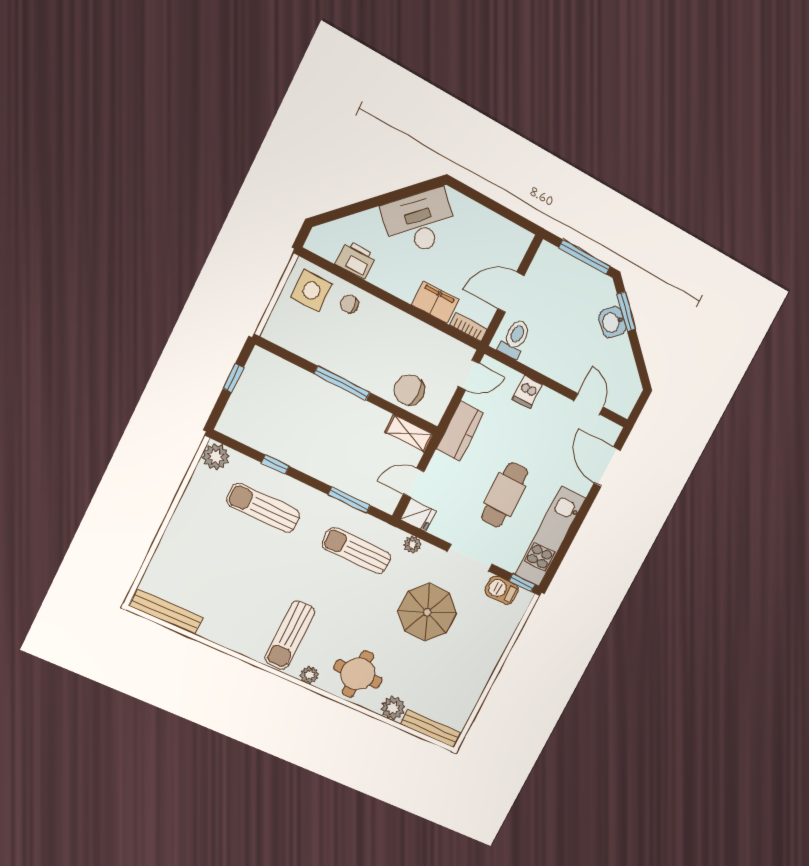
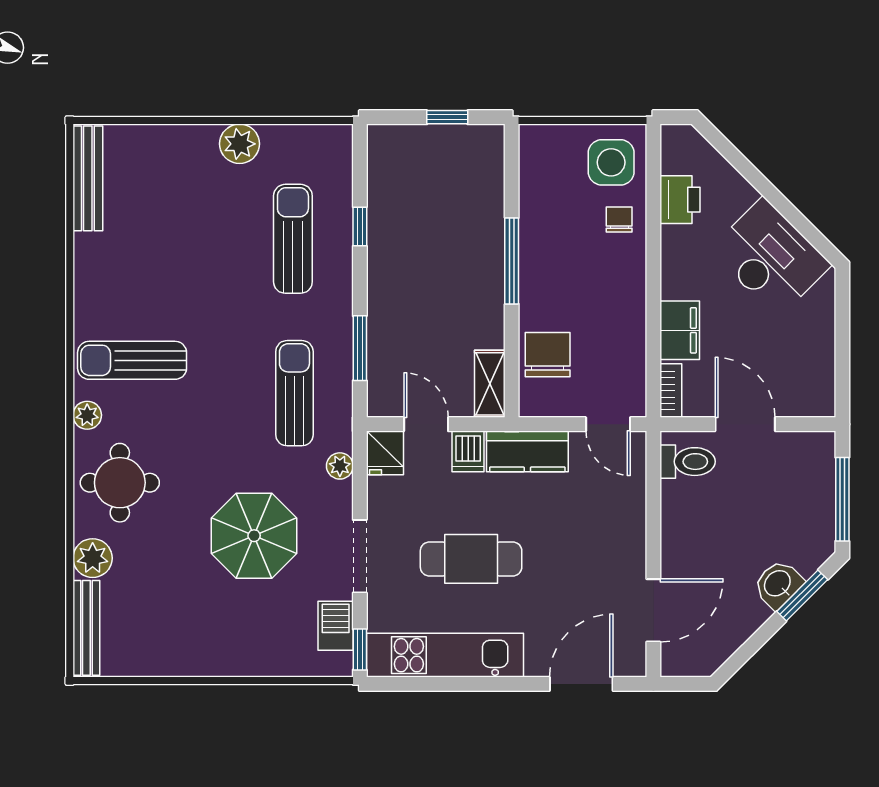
dishwasher: (527, 392) -> (468, 451), moved, turned -90
door: (589, 404) -> (653, 610), width x1.38
plant: (216, 457) -> (240, 144), moved

